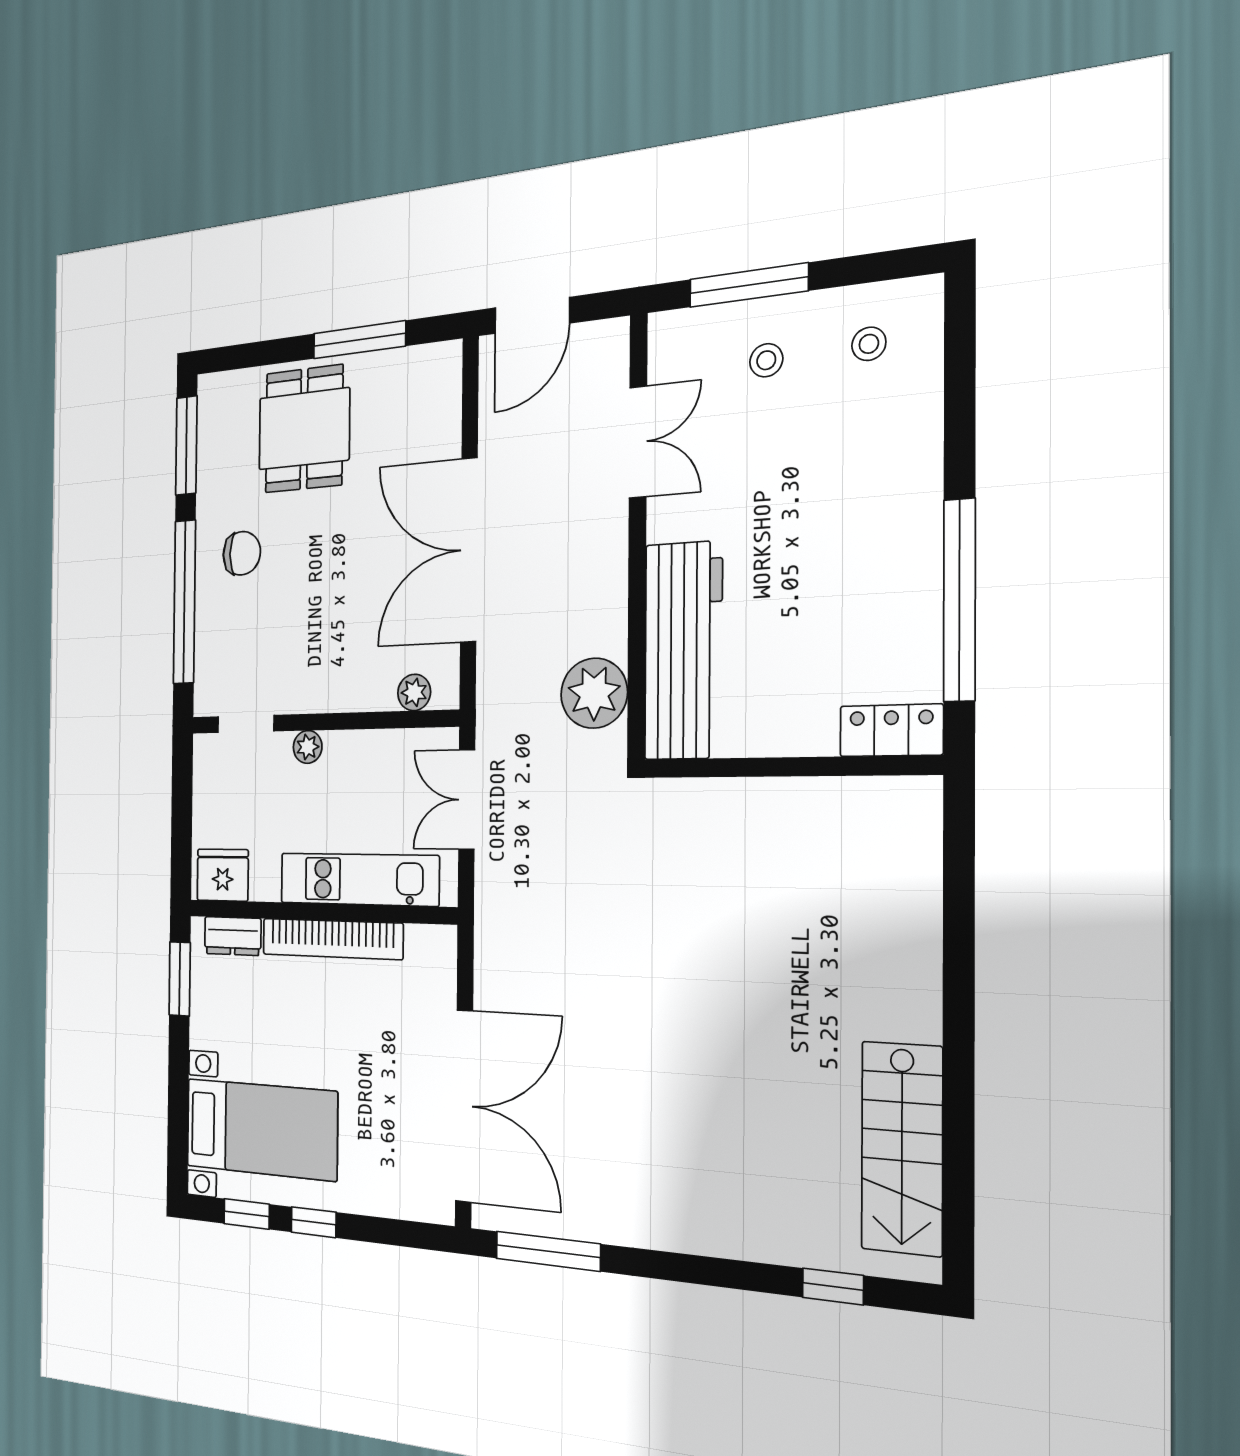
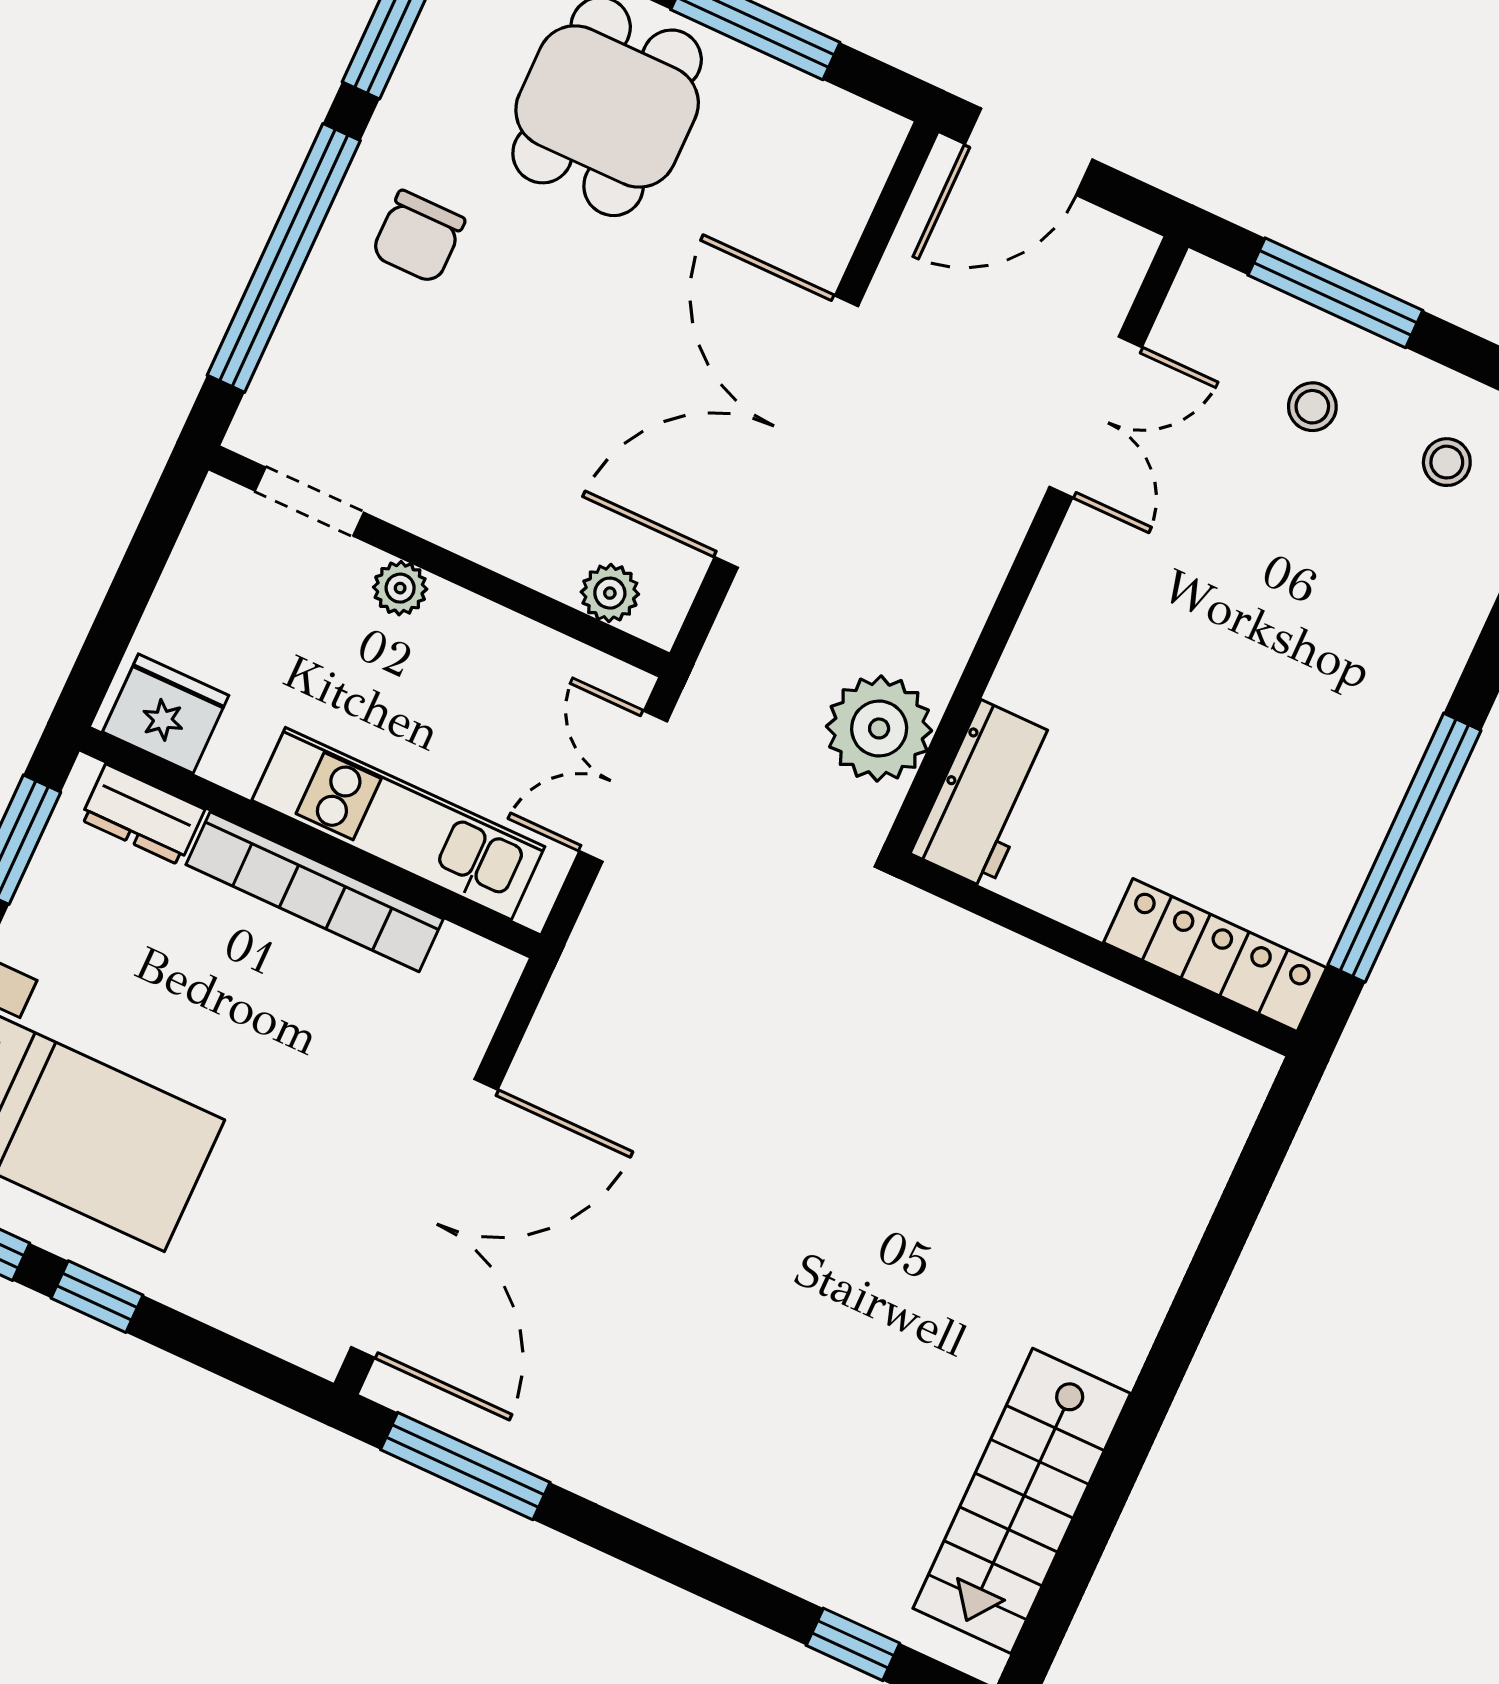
chair: (242, 553) -> (418, 237), turned 90
workbench: (683, 651) -> (985, 795), width x0.53, depth x0.76
locker: (891, 730) -> (1215, 955), width x1.53

